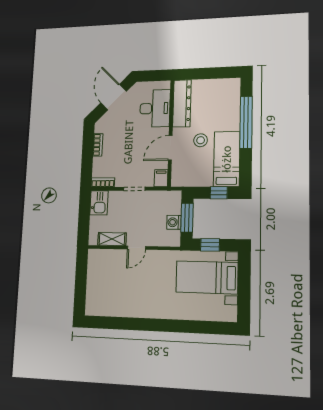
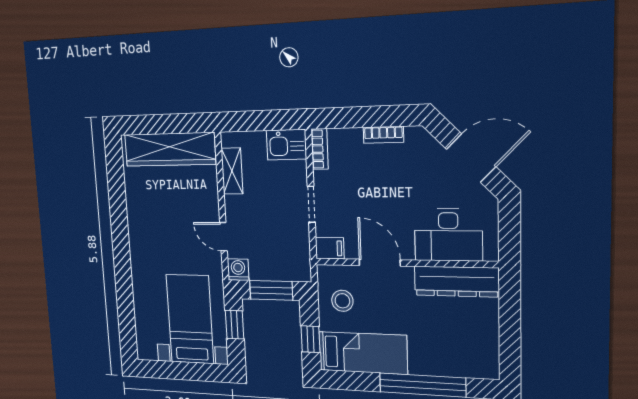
stool: (201, 140) -> (342, 301), moved
washing machine: (174, 222) -> (238, 270), moved
door: (136, 248) -> (223, 237), moved
wardrobe: (96, 281) -> (170, 149), added

